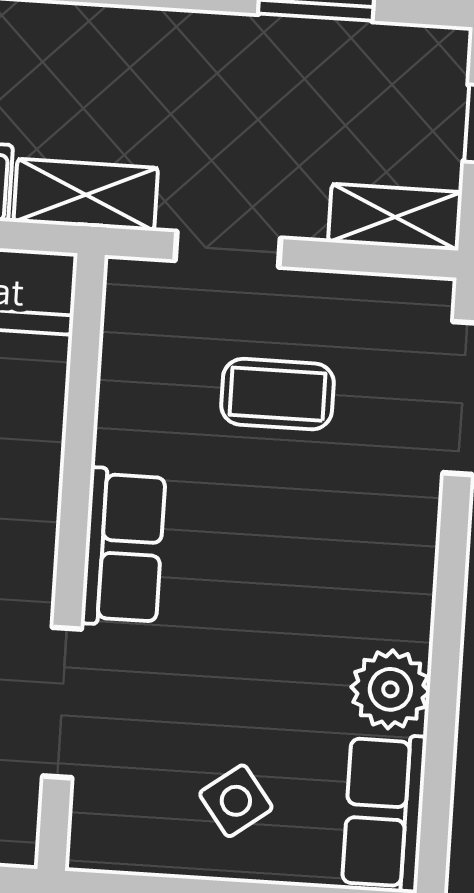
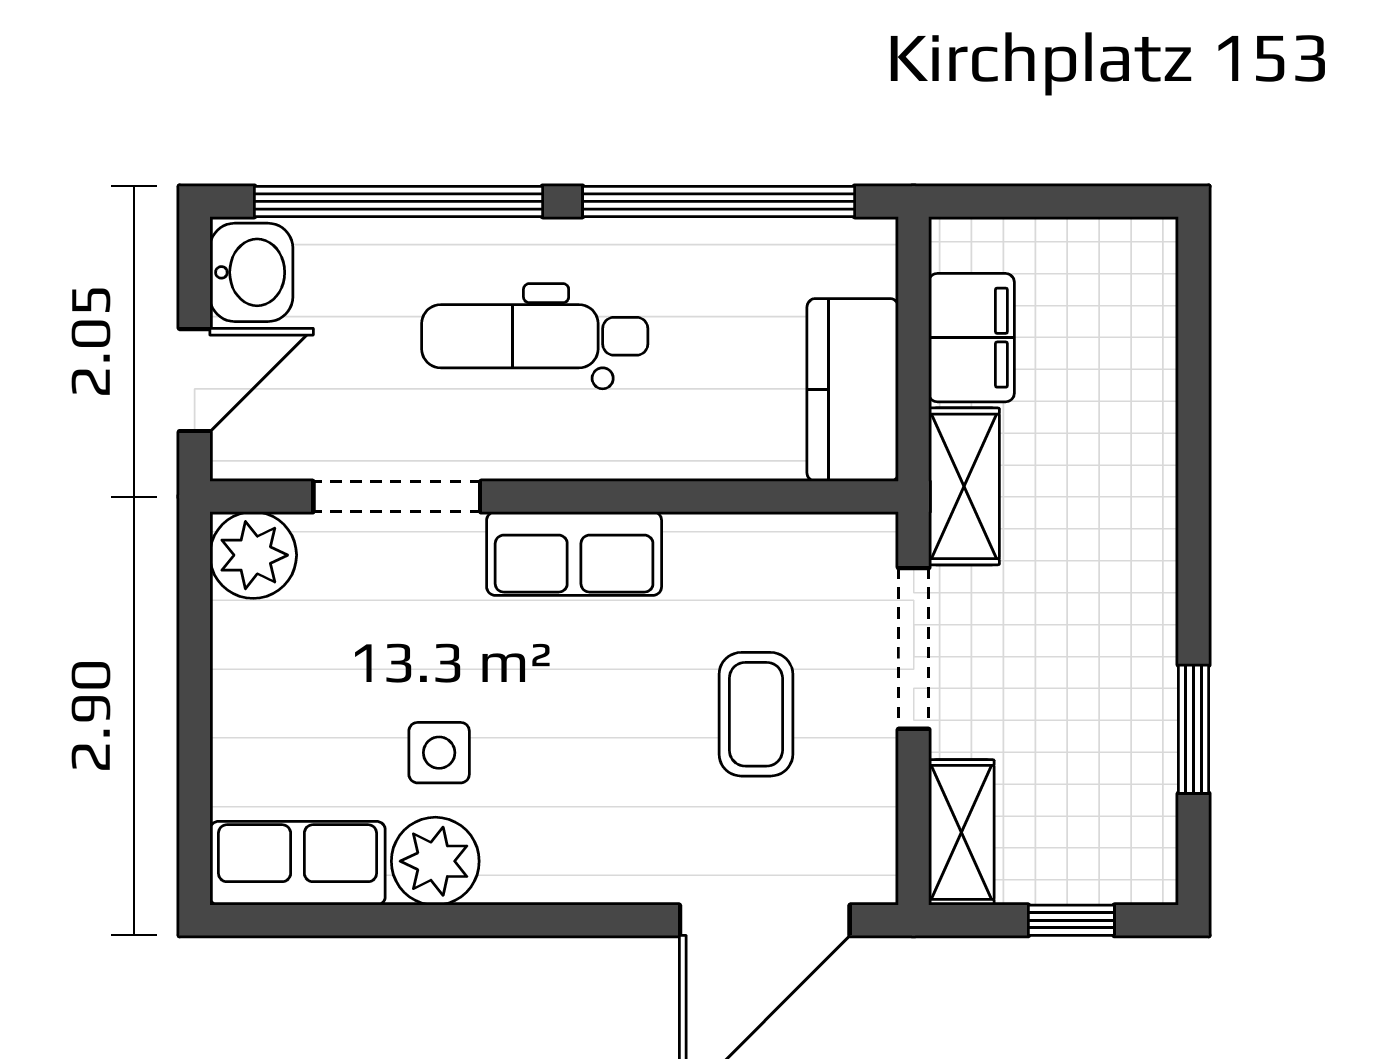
doorway: (228, 249) -> (914, 648), width x1.38
side table: (236, 801) -> (439, 753), moved, turned 37
plant: (106, 835) -> (253, 555), added

